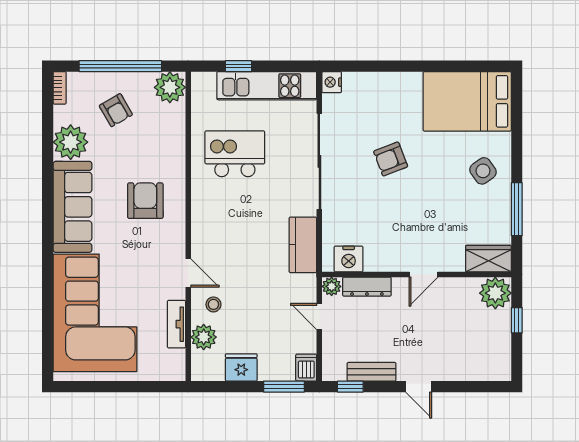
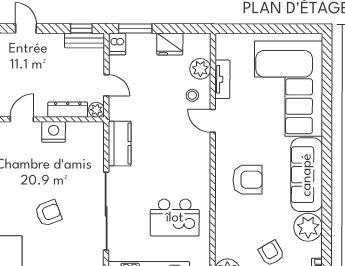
armchair: (145, 201) -> (247, 180), turned -90
nightstand: (349, 259) -> (54, 132), moved
bench: (372, 372) -> (85, 40), moved

